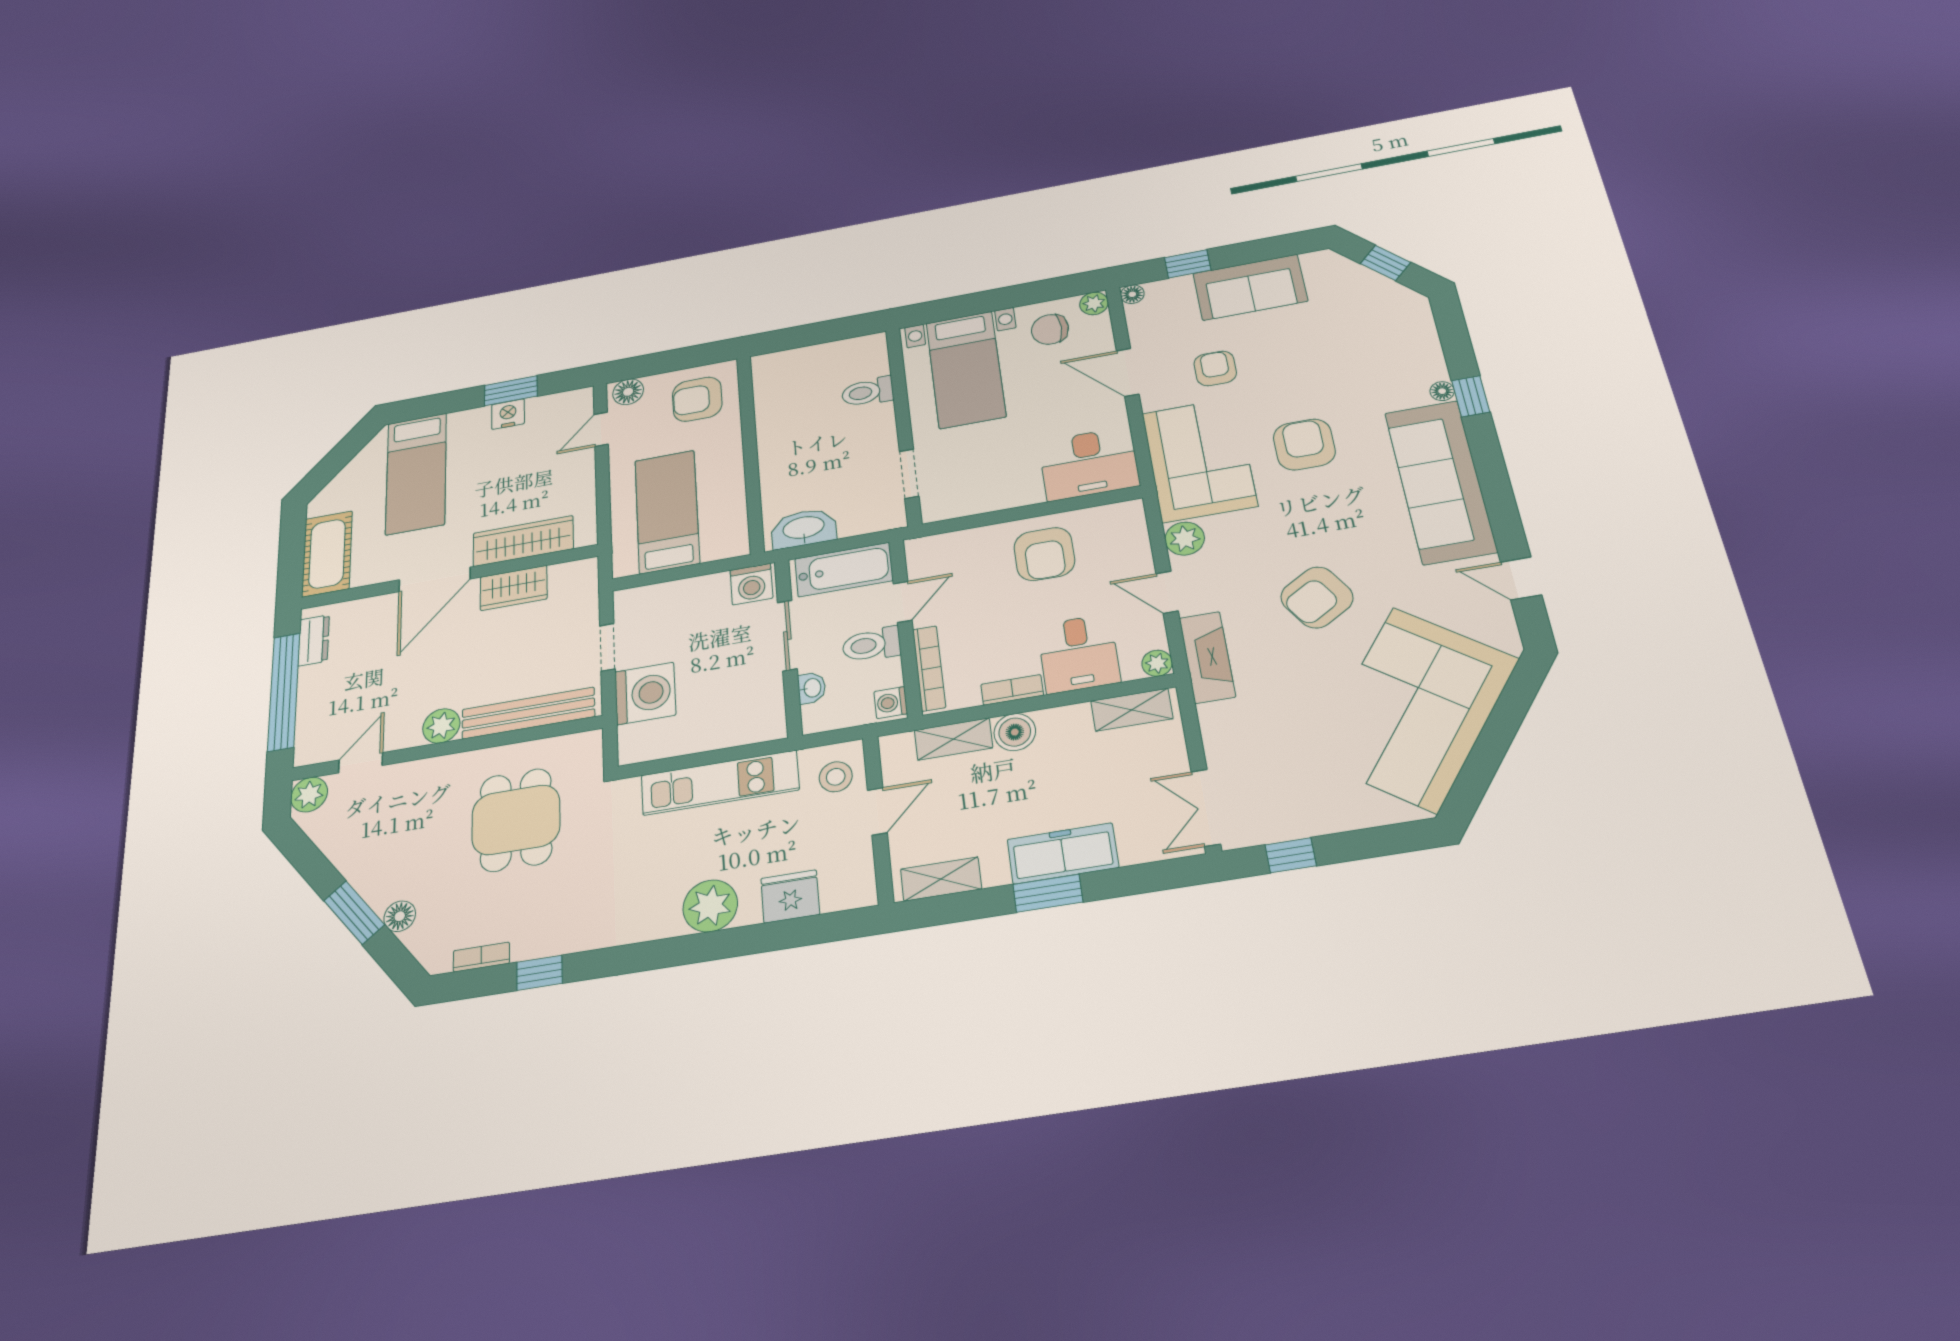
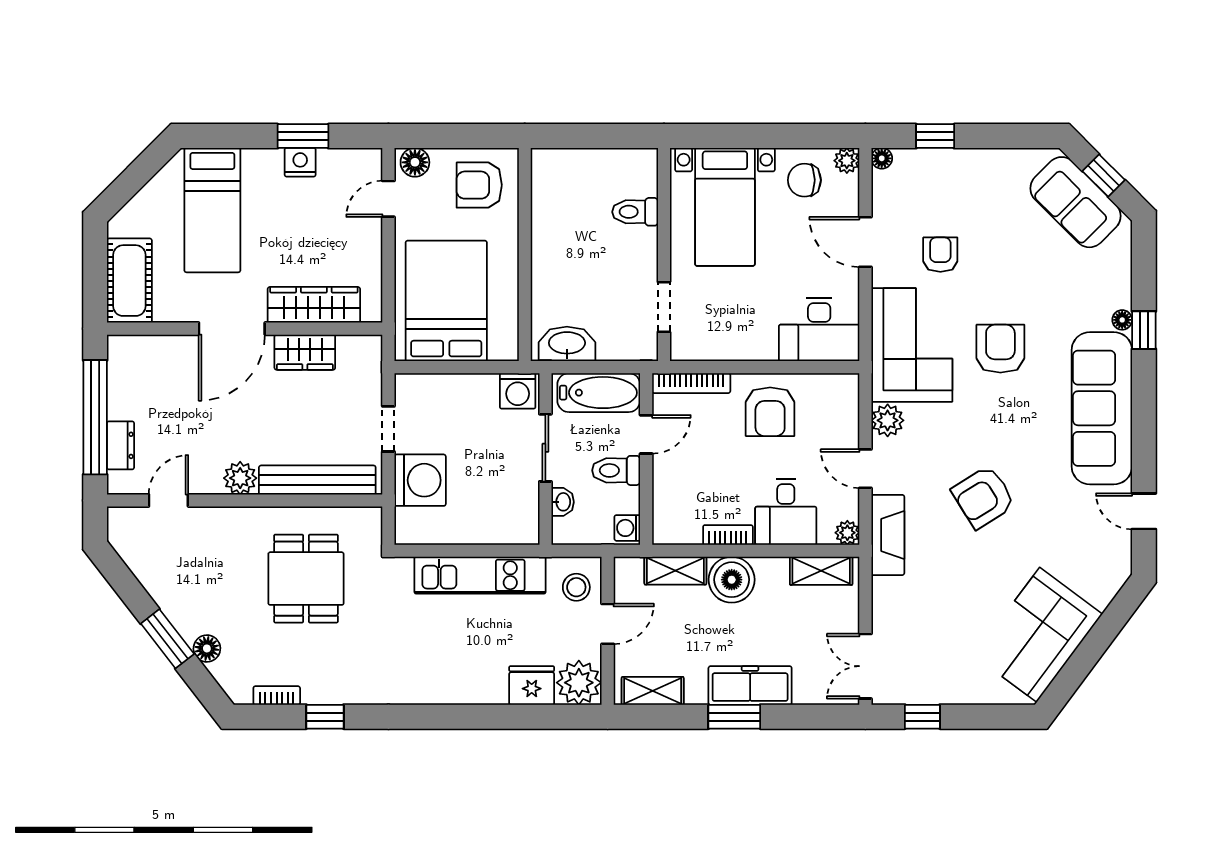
sofa: (1250, 287) -> (1076, 202), moved, turned 45
bed: (667, 512) -> (446, 301), width x1.50
dresser: (314, 640) -> (121, 445), moved
bookcase: (929, 668) -> (691, 383), moved, turned 90
corner sofa: (1415, 708) -> (1038, 635), width x0.73, depth x0.74
boiler: (1015, 732) -> (732, 580), width x1.37, depth x1.37
plant: (309, 795) -> (123, 523), removed
plant: (710, 906) -> (579, 683), moved

